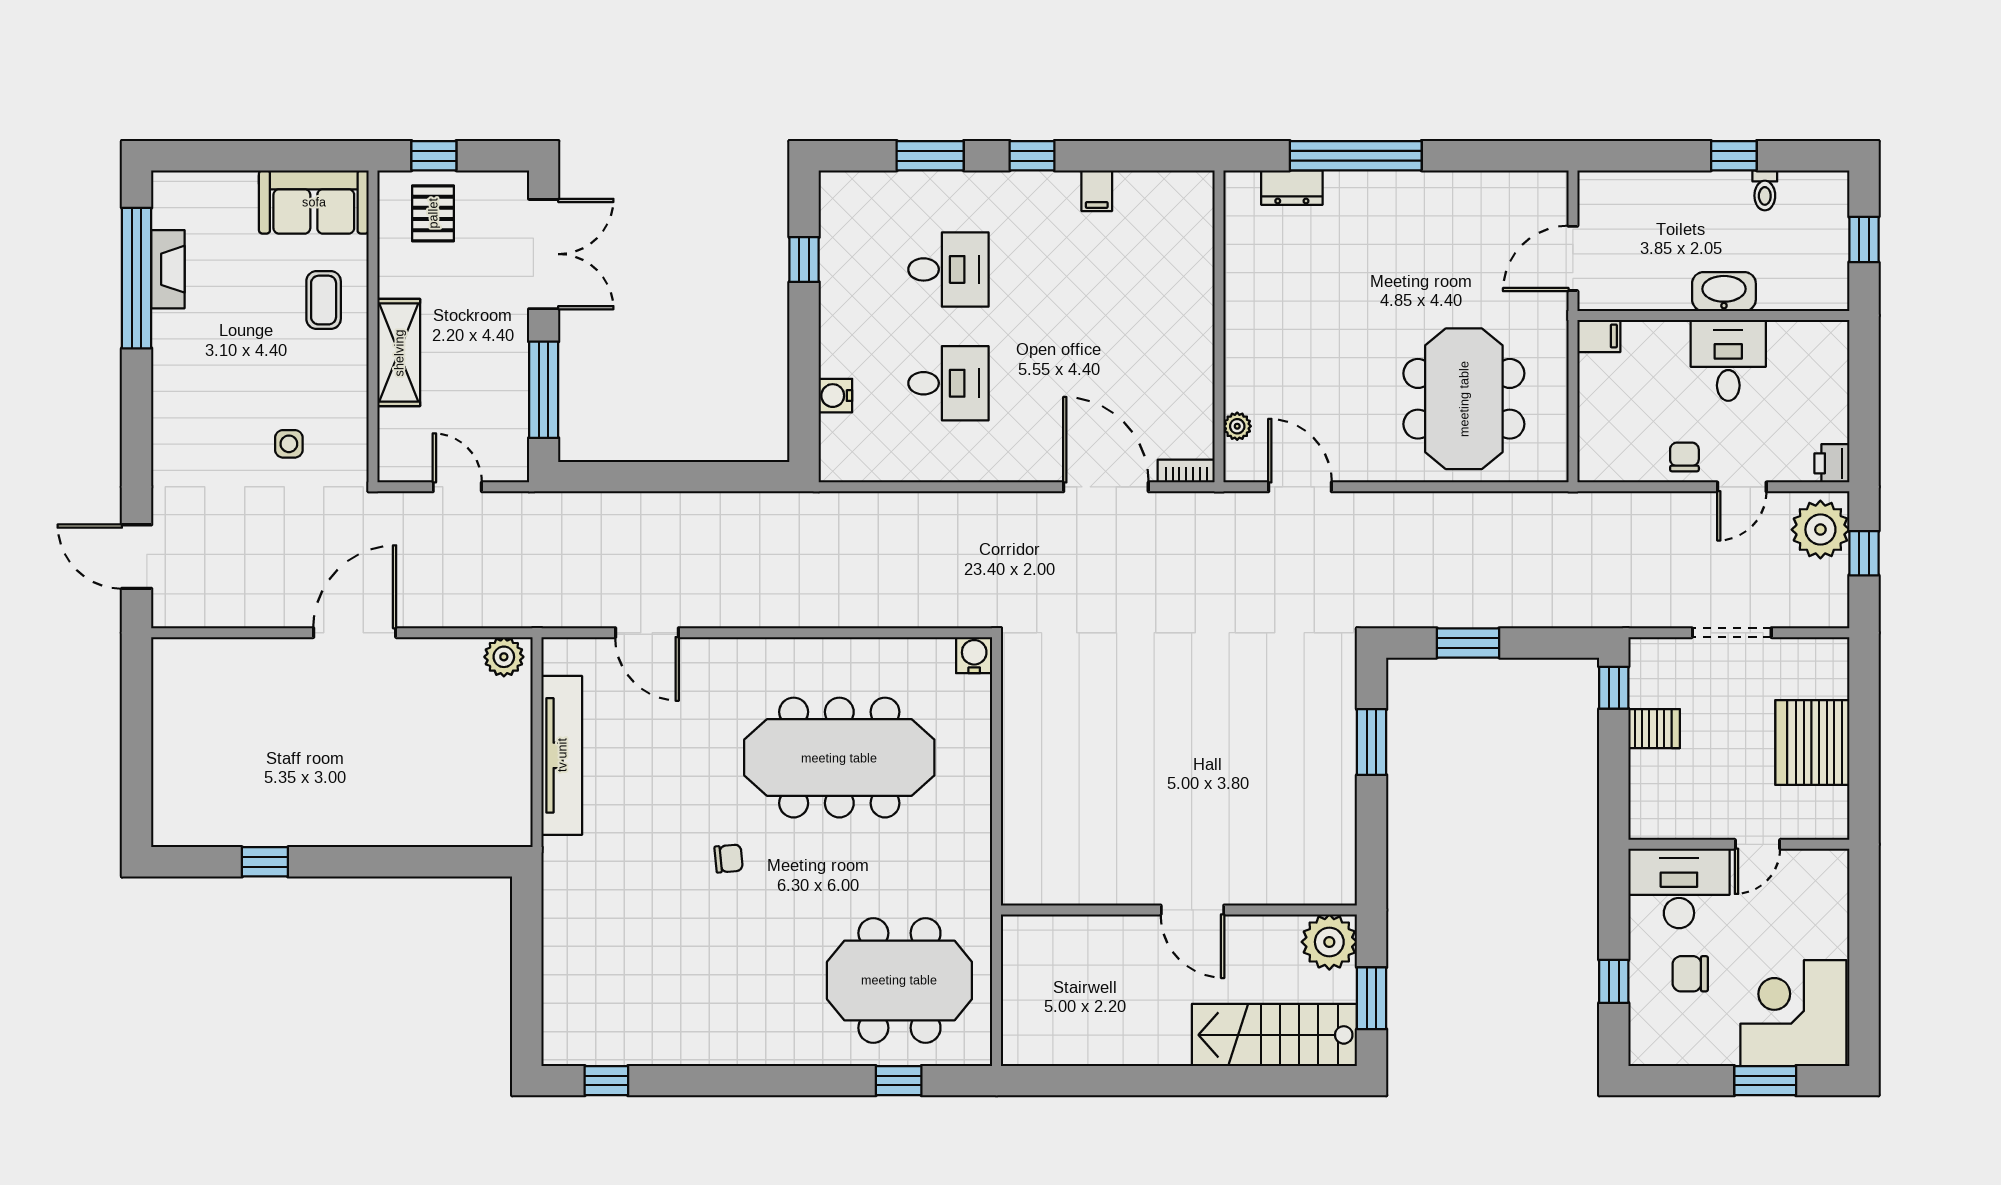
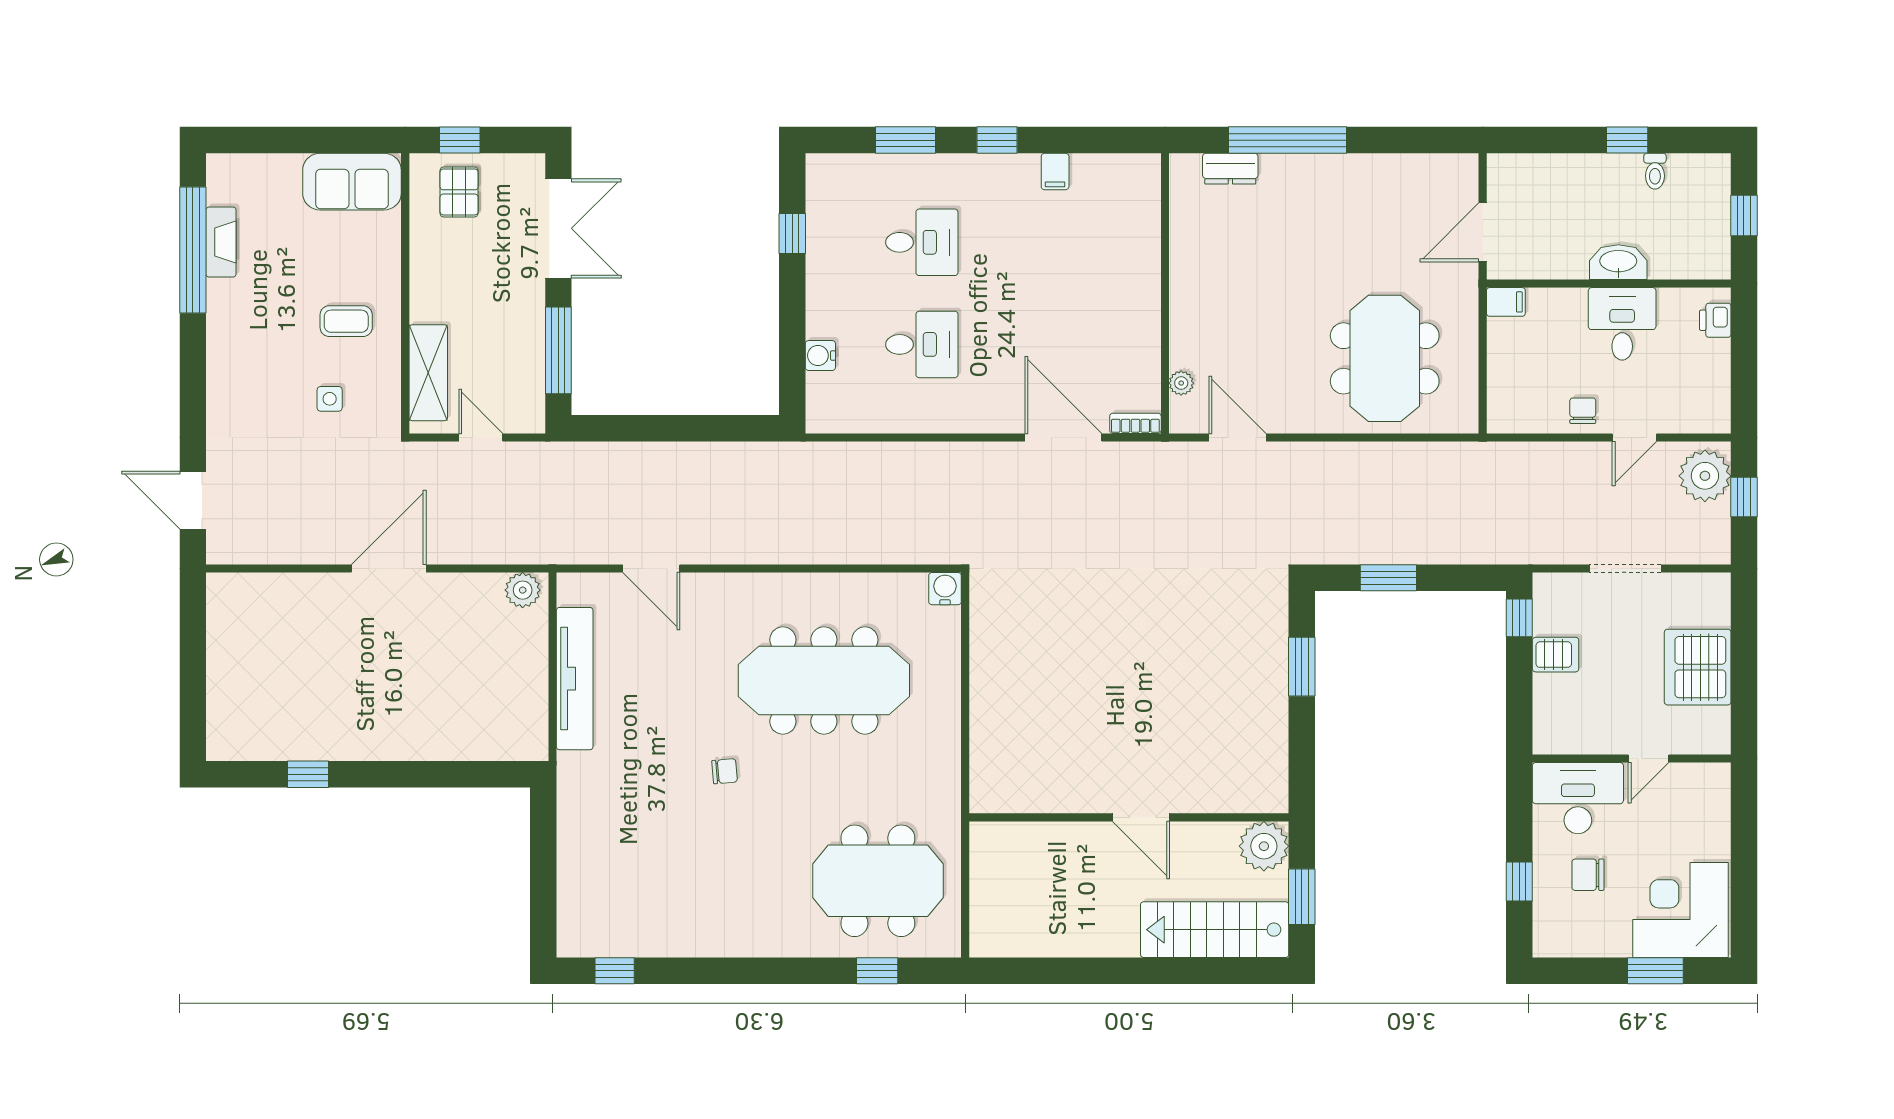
coffee table: (324, 300) -> (346, 321), moved, turned 90
shelving: (399, 353) -> (428, 373), moved
printer: (1832, 463) -> (1715, 320), moved

